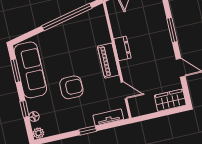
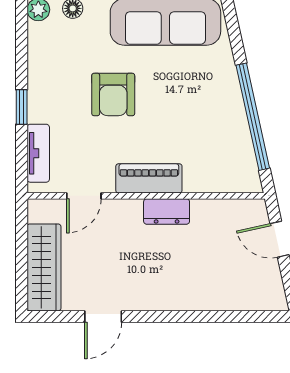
window: (172, 30) -> (181, 317), removed
wardrobe: (170, 100) -> (44, 267), width x1.50

